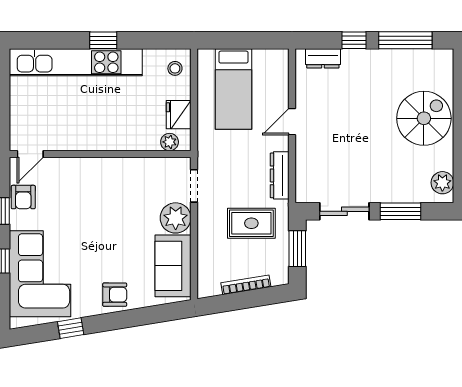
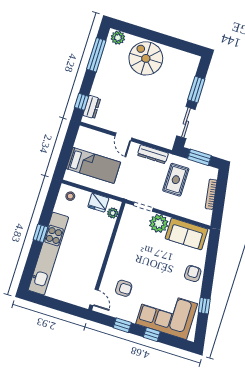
window: (354, 40) -> (82, 102), moved
plant: (442, 183) -> (118, 38), moved
armchair: (23, 197) -> (124, 288), moved

